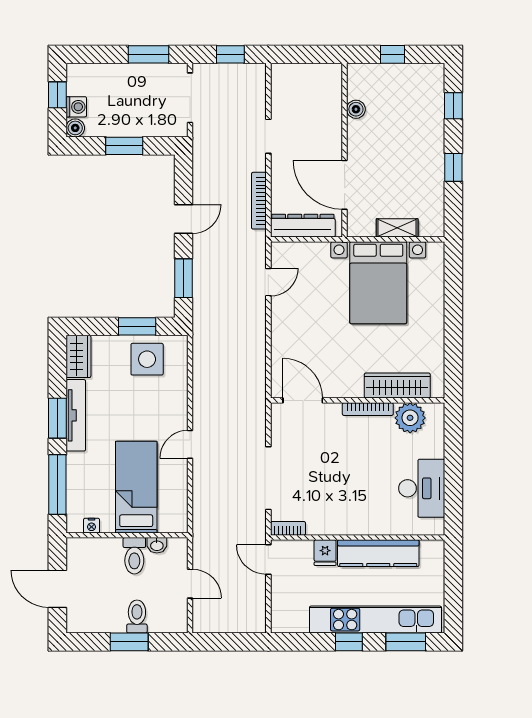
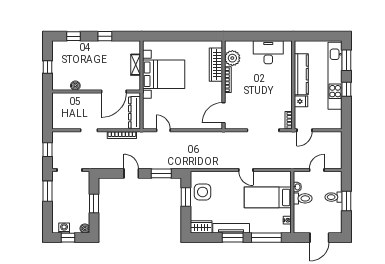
washing machine: (76, 107) -> (64, 228), moved

